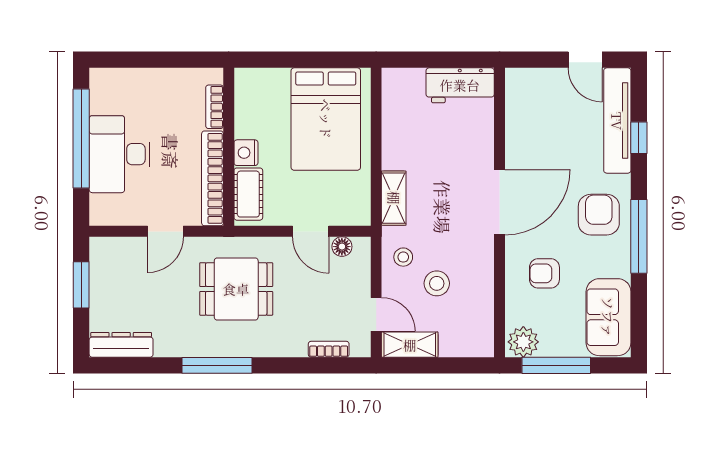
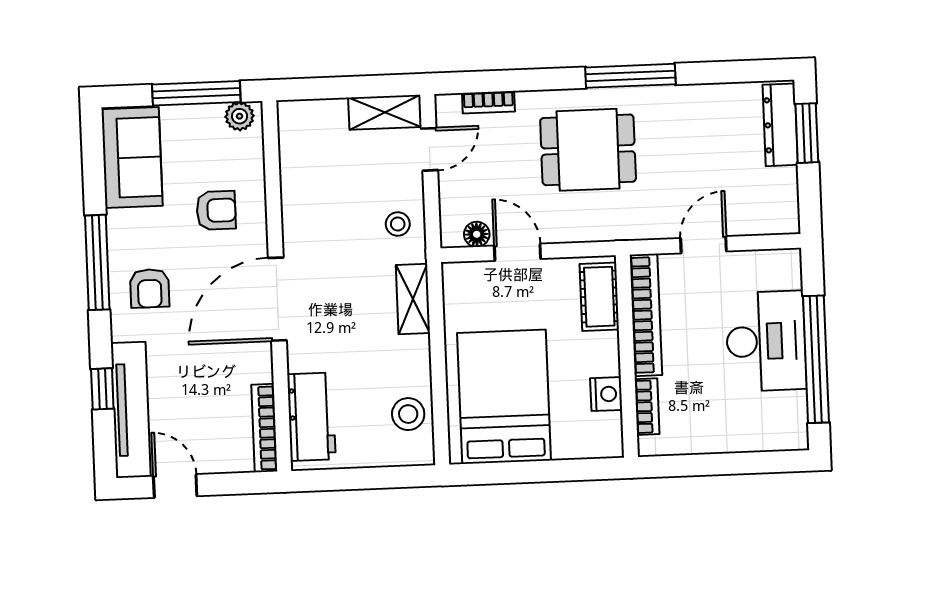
workbench: (460, 85) -> (311, 417), moved, turned 90
bookcase: (514, 102) -> (264, 428), added
nightstand: (246, 153) -> (606, 394), moved
armchair: (599, 215) -> (150, 288), width x0.72, depth x0.72
stool: (437, 283) -> (408, 414), moved
window: (81, 285) -> (807, 133), moved
dining table: (236, 289) -> (588, 150), moved
door: (376, 314) -> (429, 149), swing flipped
plant: (523, 342) -> (240, 116), width x0.73, depth x0.73
dresser: (121, 345) -> (780, 125), moved, turned 90

